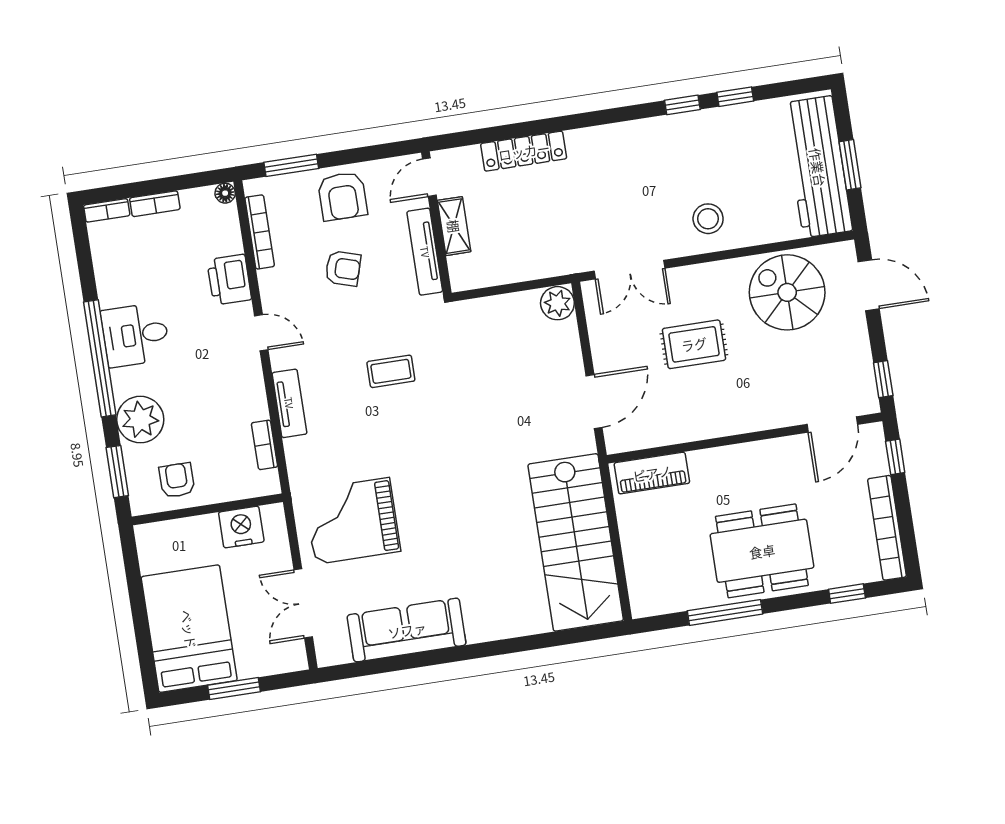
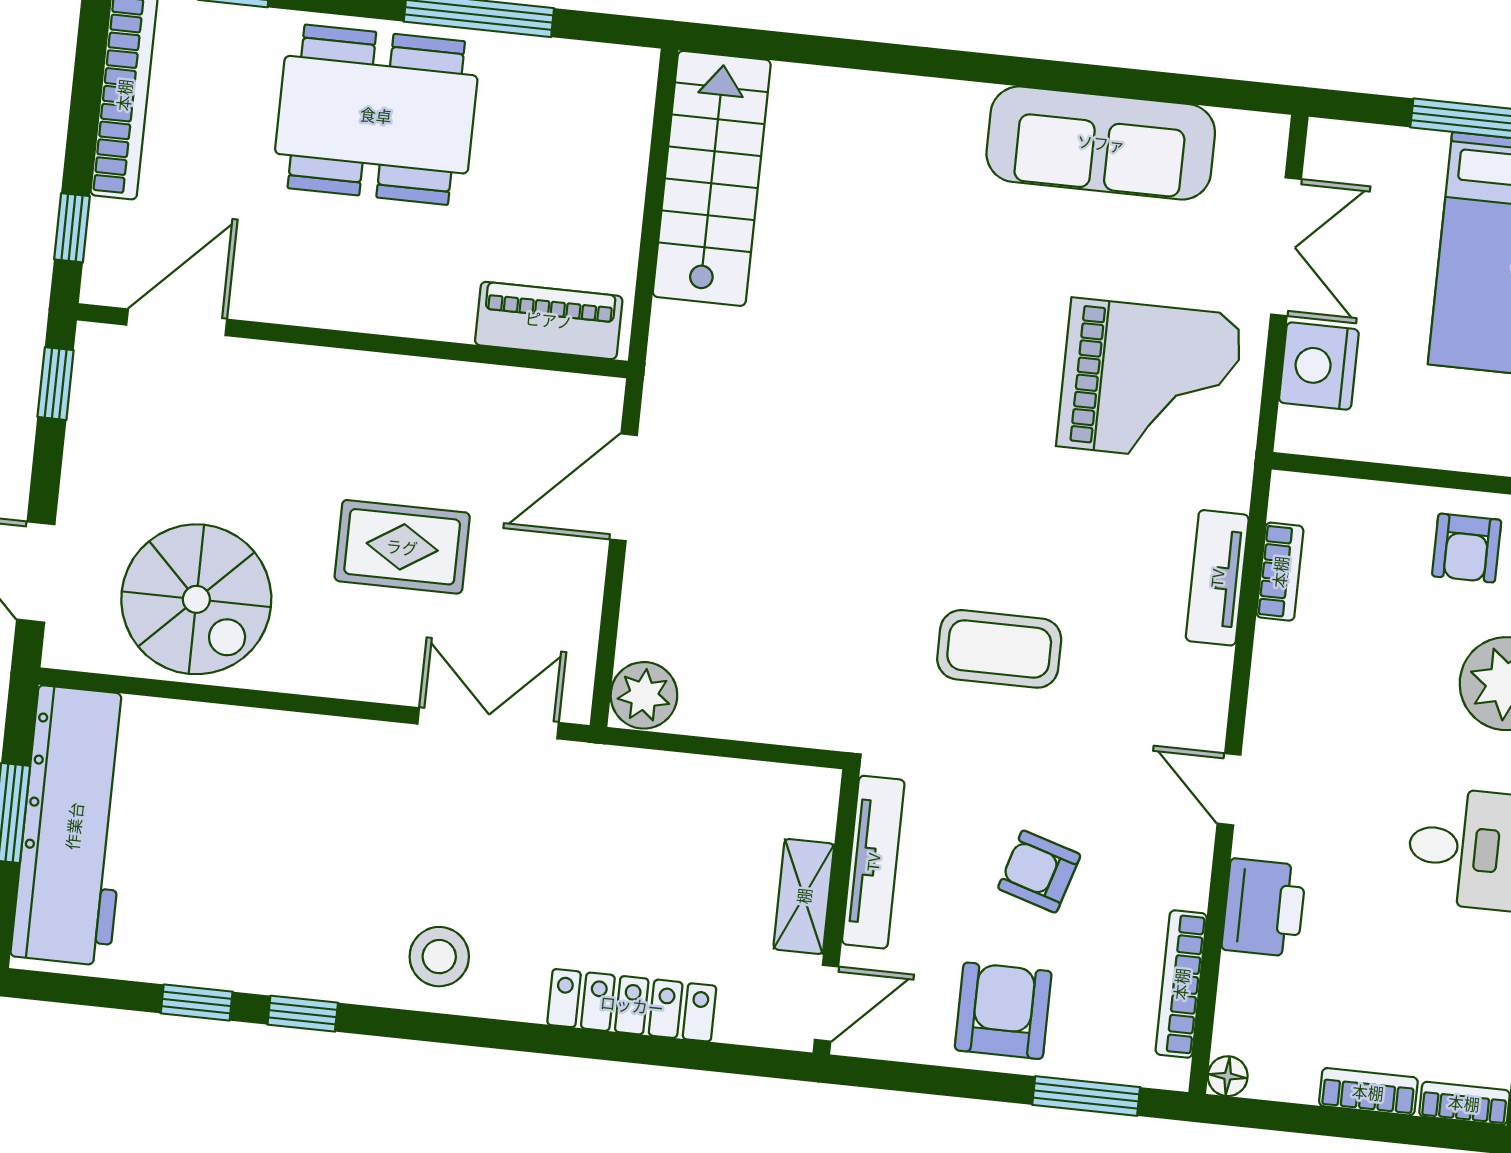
stool: (708, 219) -> (439, 957), moved
coffee table: (391, 371) -> (999, 649), width x1.36, depth x1.30
tv unit: (289, 403) -> (1217, 578), moved
nightstand: (241, 527) -> (1319, 366), moved, turned 90
stairs: (576, 542) -> (712, 178), width x0.73, depth x0.66

